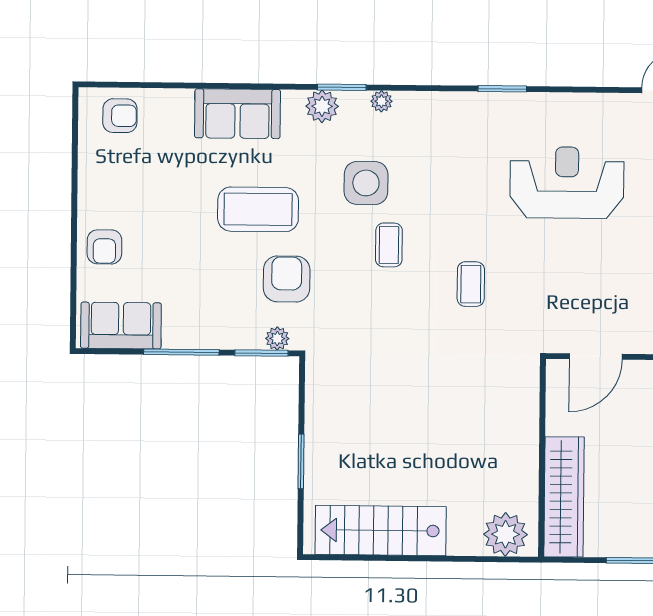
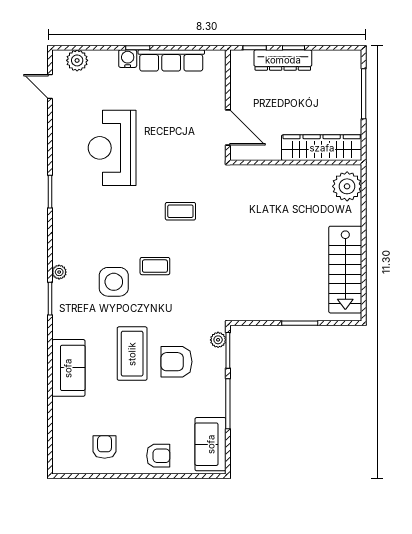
plant: (322, 106) -> (63, 312), removed
armchair: (120, 116) -> (105, 447), moved
armchair: (287, 279) -> (176, 362), moved

